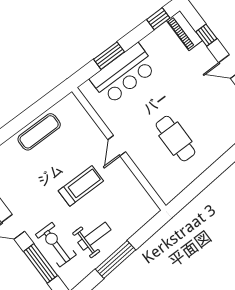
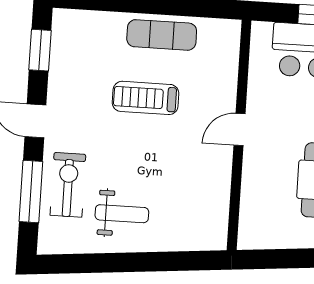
treadmill: (81, 186) -> (146, 98), moved, turned 180
window: (116, 259) -> (123, 262), removed

